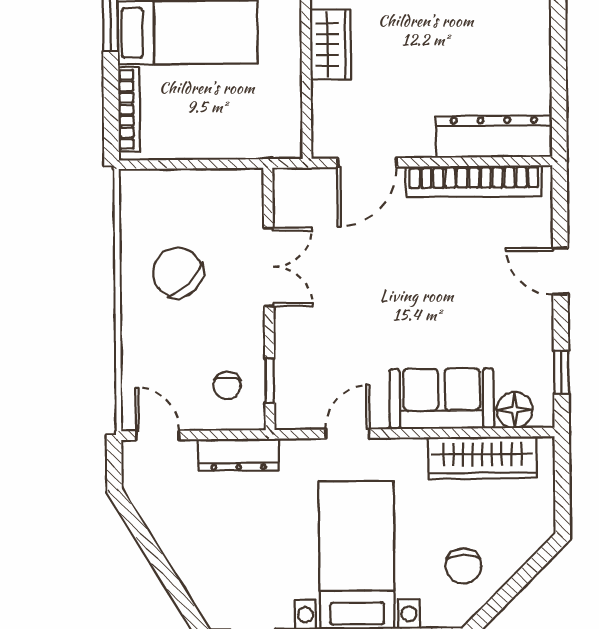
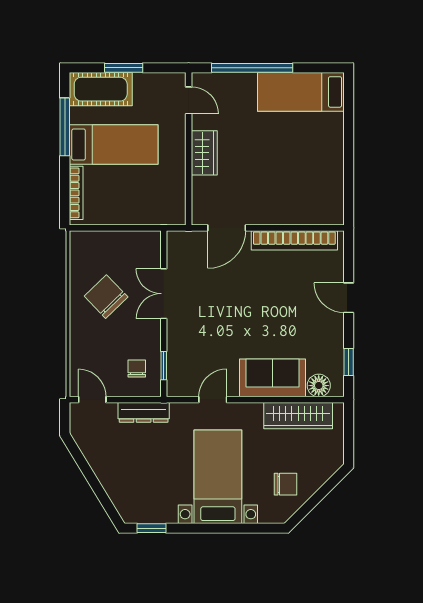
dresser: (494, 136) -> (307, 212), removed
double door: (269, 267) -> (164, 294), swing flipped
chair: (227, 386) -> (137, 369), turned 180
chair: (463, 566) -> (285, 484), turned -90

